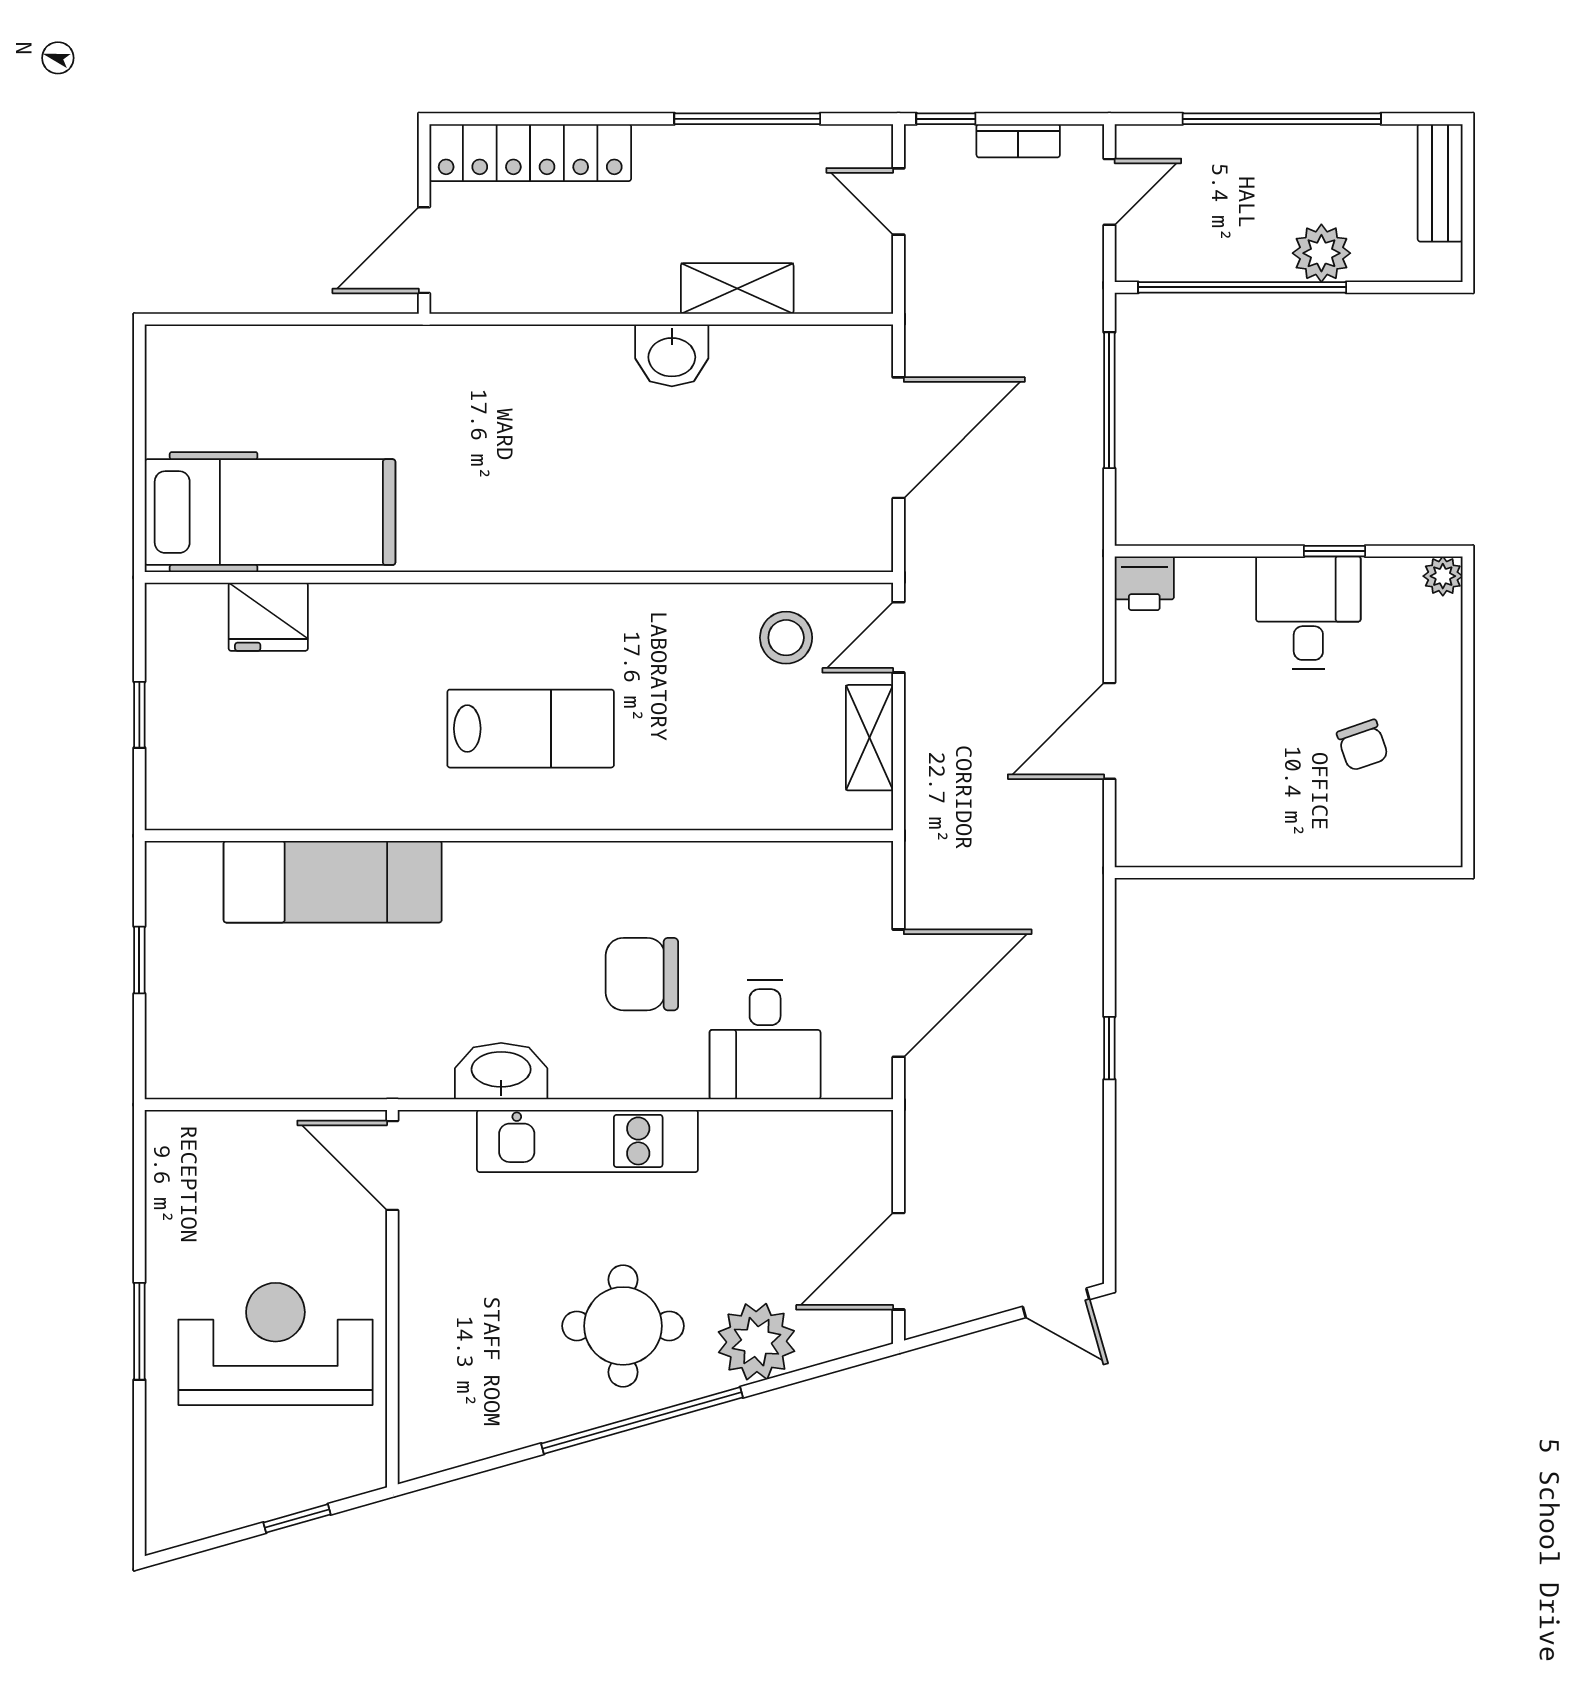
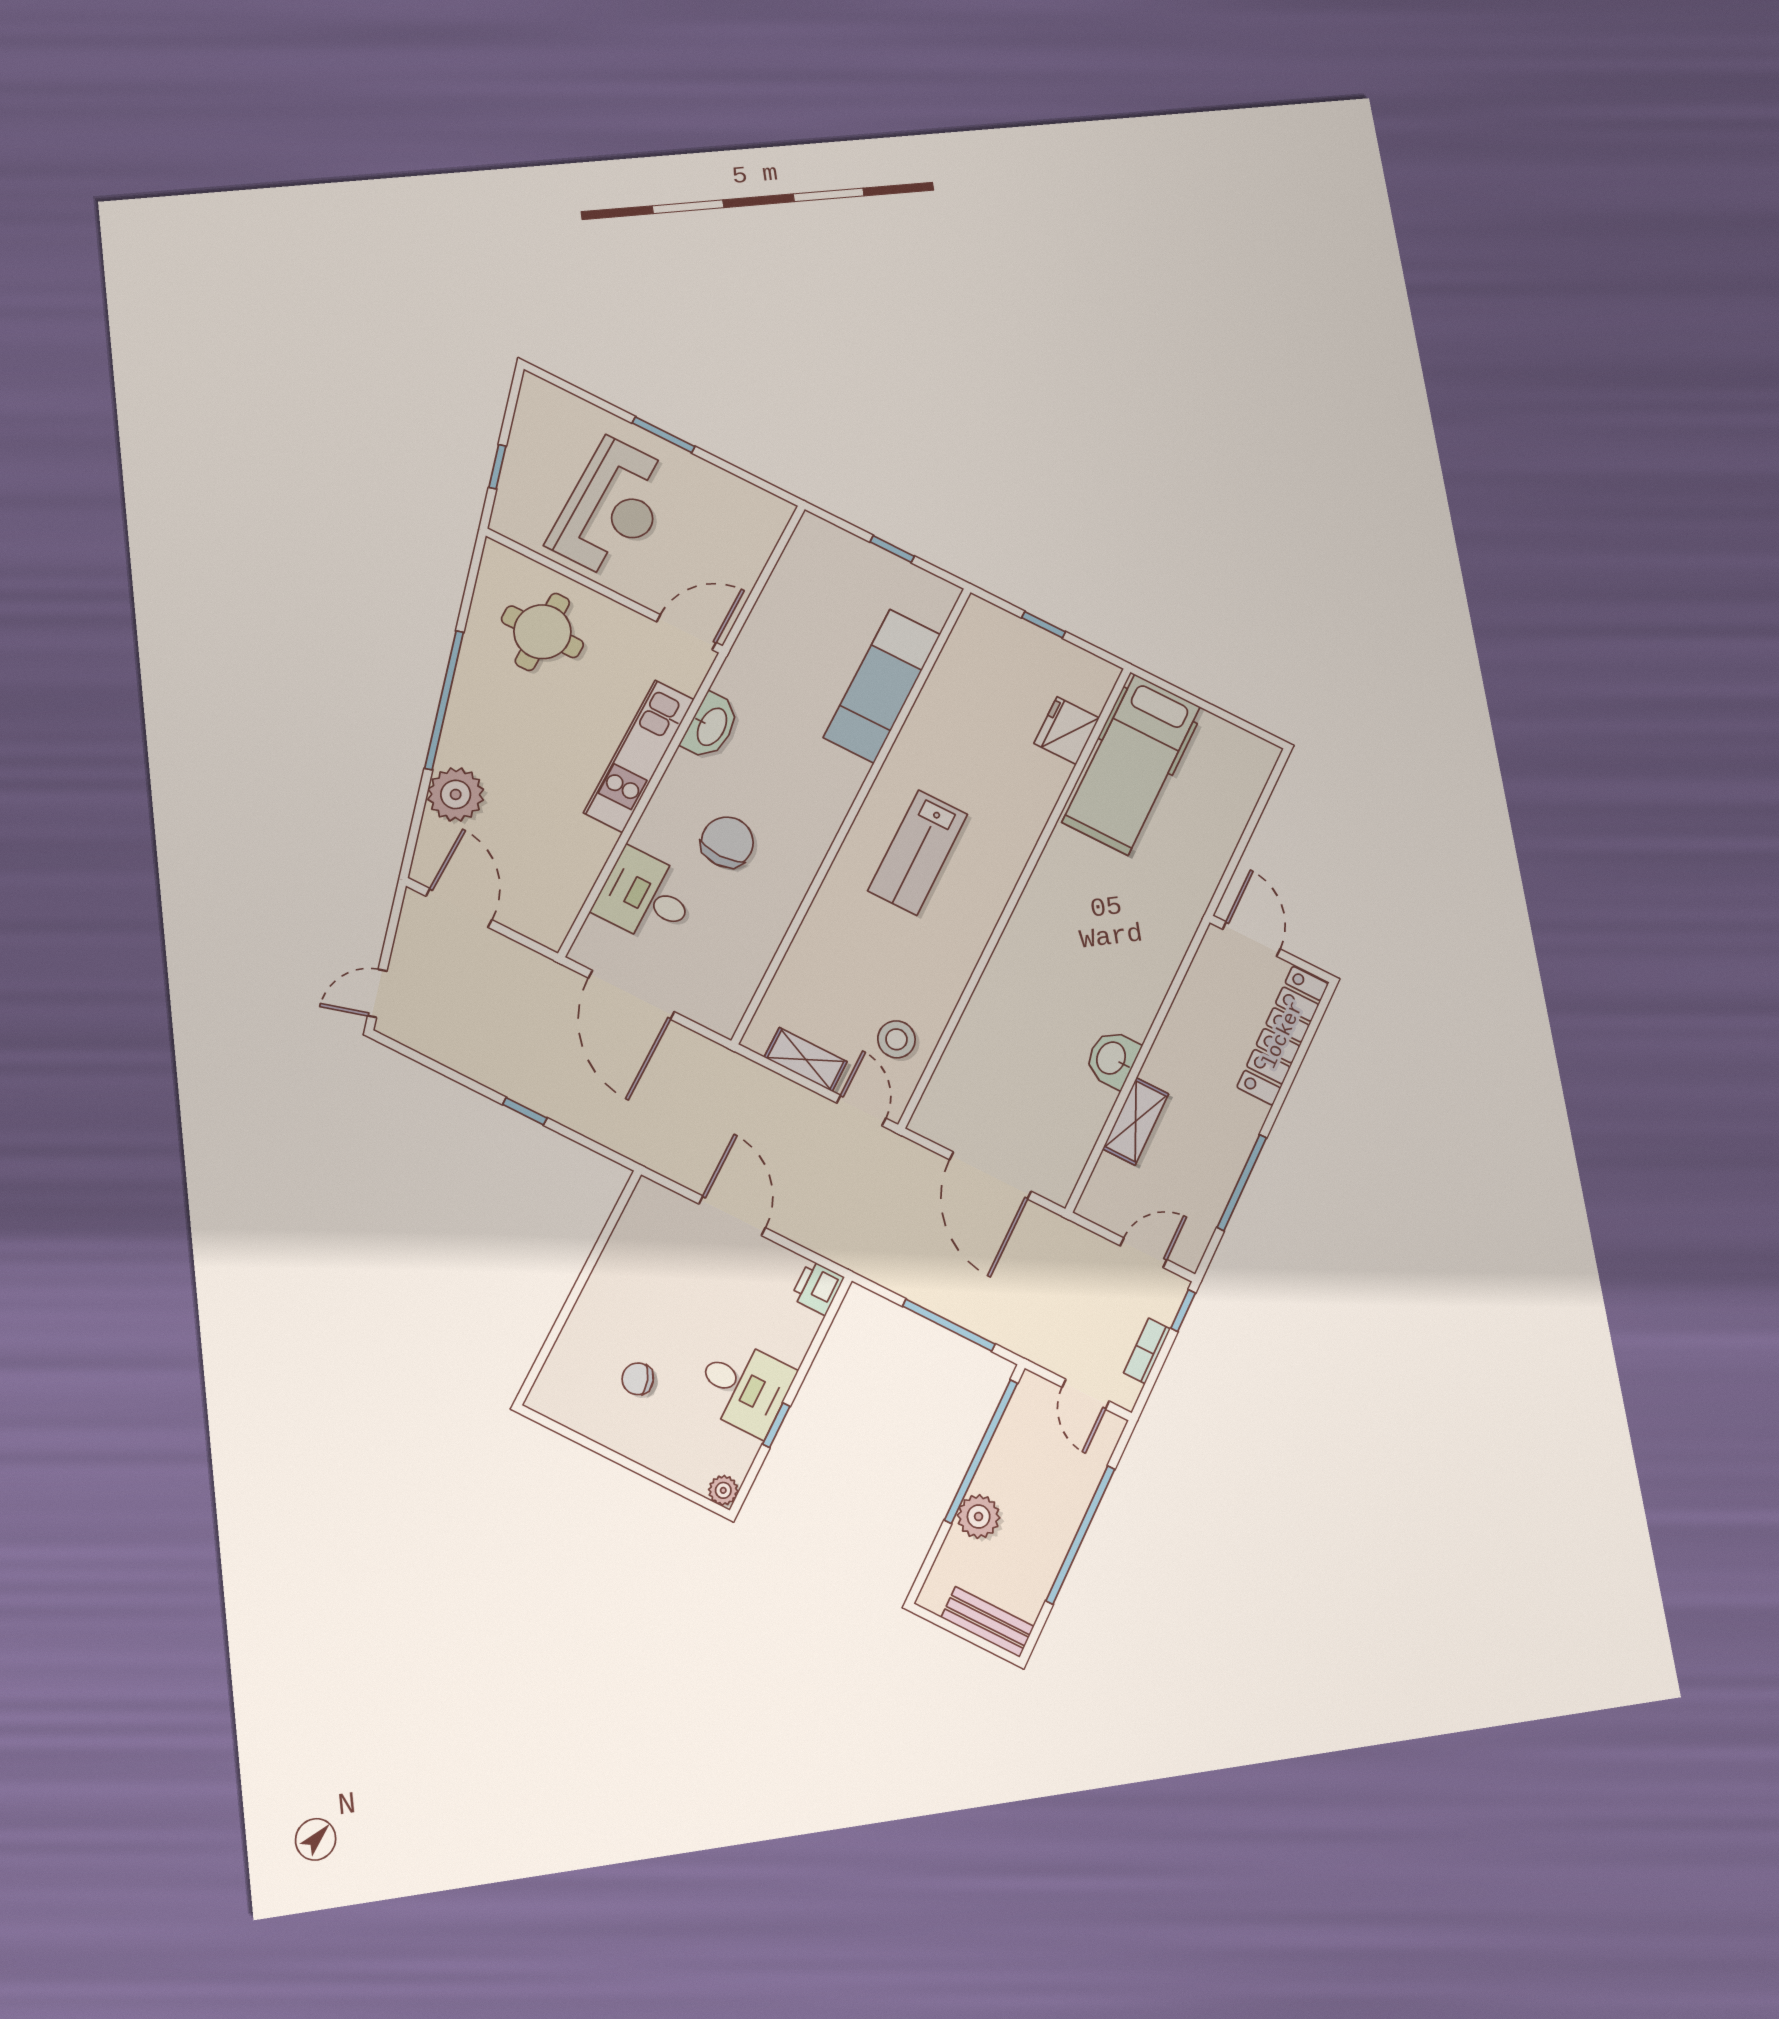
round table: (623, 1326) -> (542, 632), moved

